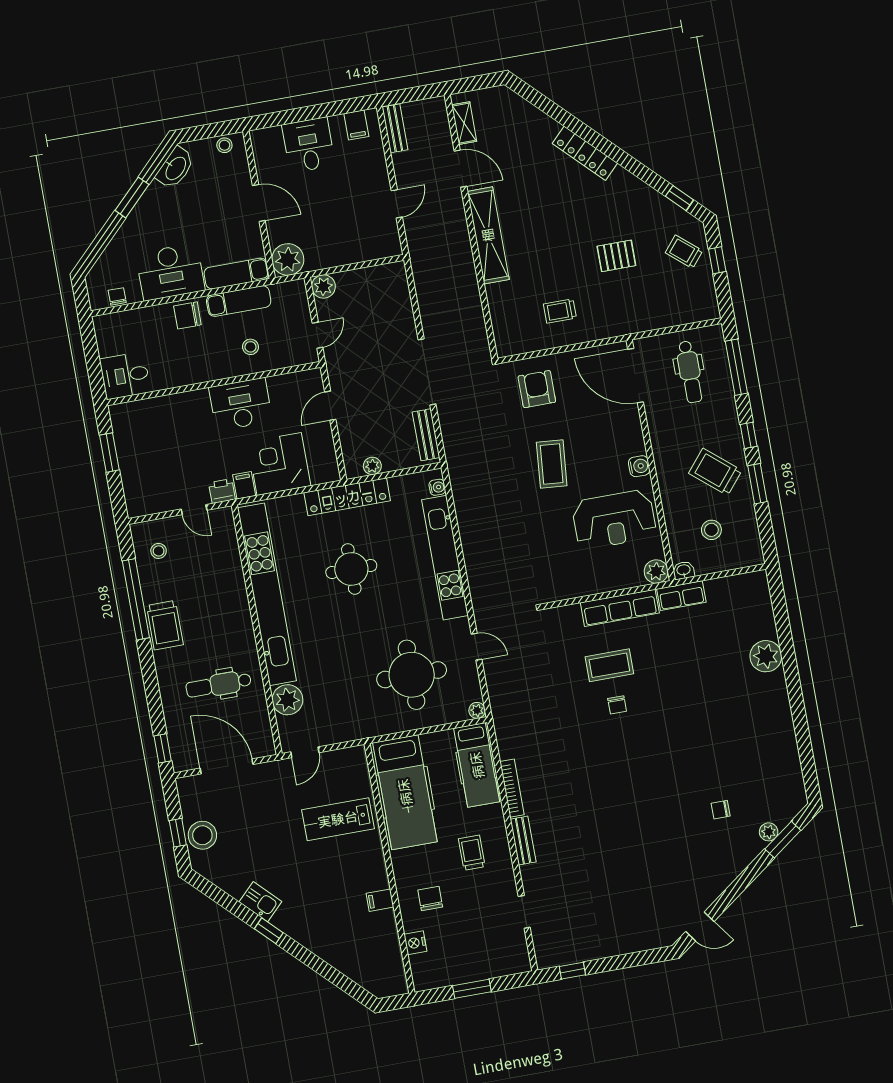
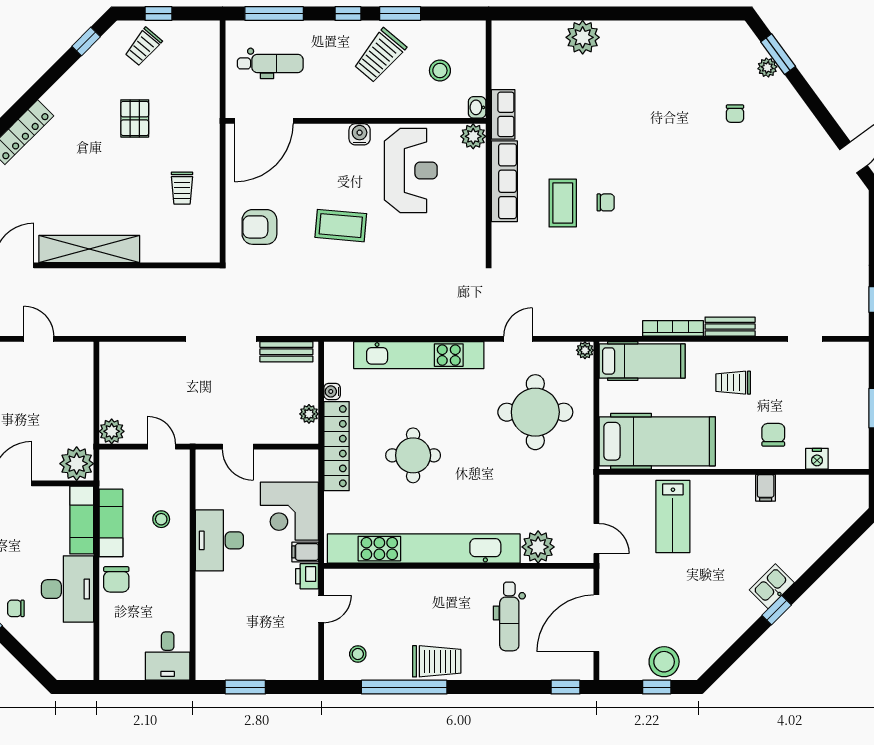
chair: (117, 296) -> (16, 608), moved
water cooler: (437, 487) -> (332, 391), moved, turned -90
chair: (430, 898) -> (773, 435), turned 90
kitchen sink: (260, 902) -> (772, 586), moved

